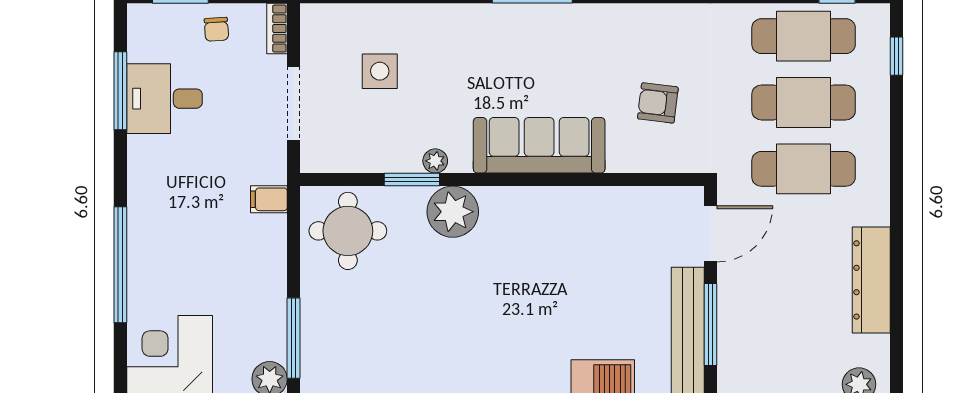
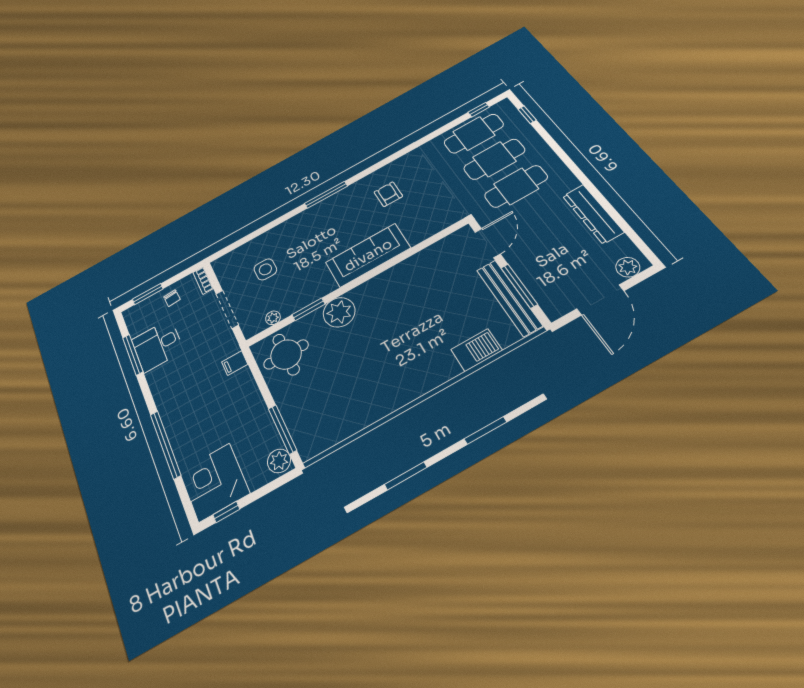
armchair: (658, 103) -> (388, 194), moved, turned 83
plant: (435, 161) -> (273, 318), moved

